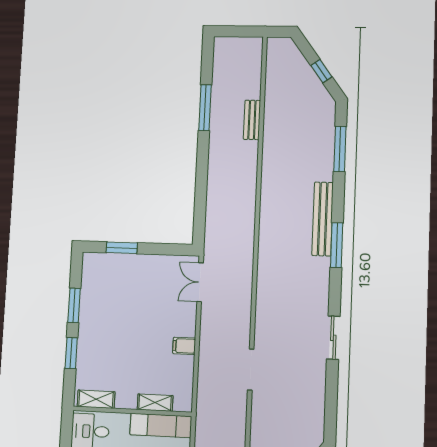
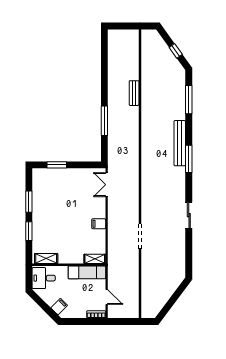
window: (205, 108) -> (104, 121), moved
bench: (252, 120) -> (134, 93), moved
shelving: (155, 403) -> (95, 259), moved

